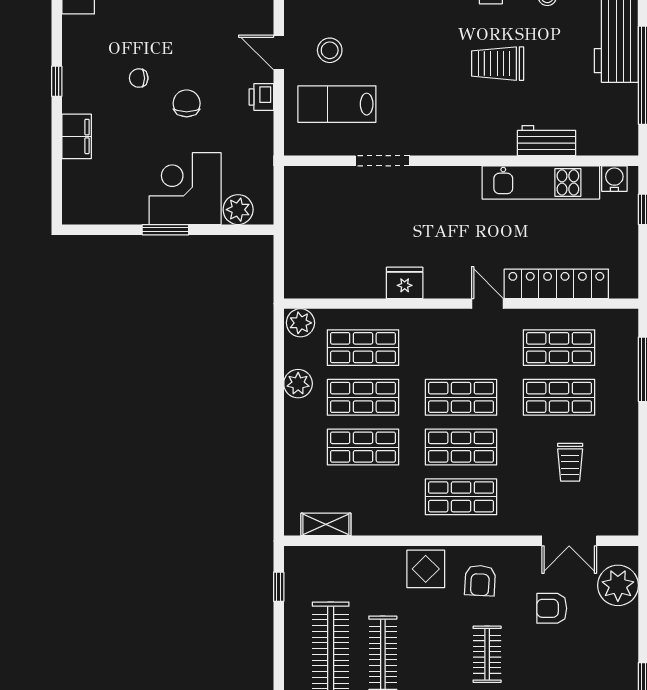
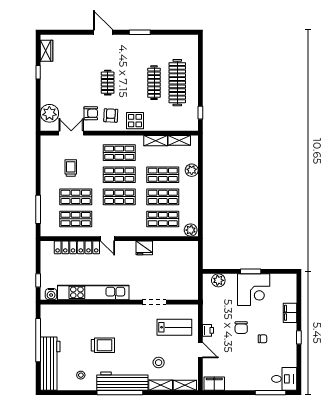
stool: (330, 50) -> (159, 363), moved
workbench: (547, 141) -> (81, 311), removed
kitchen unit: (541, 182) -> (93, 292), width x1.36
corner desk: (185, 189) -> (254, 290), moved
plant: (298, 384) -> (192, 170), moved
shelving: (379, 524) -> (156, 141), added
armchair: (552, 608) -> (91, 113), moved

